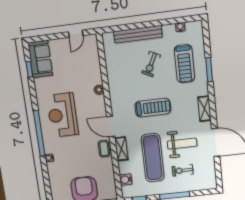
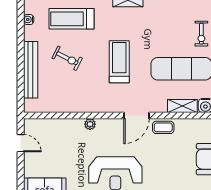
treadmill: (184, 64) -> (71, 19), turned 180
weight bench: (182, 144) -> (168, 31), removed
shelving: (121, 149) -> (182, 106), moved

